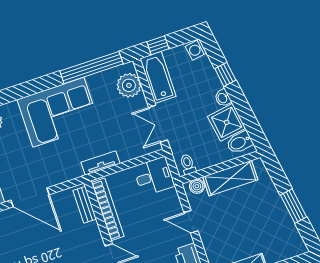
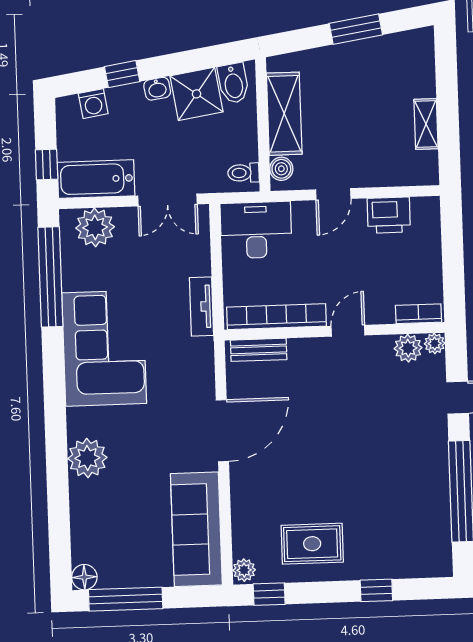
washing machine: (196, 50) -> (93, 104), moved
desk: (154, 176) -> (256, 230), width x1.37

